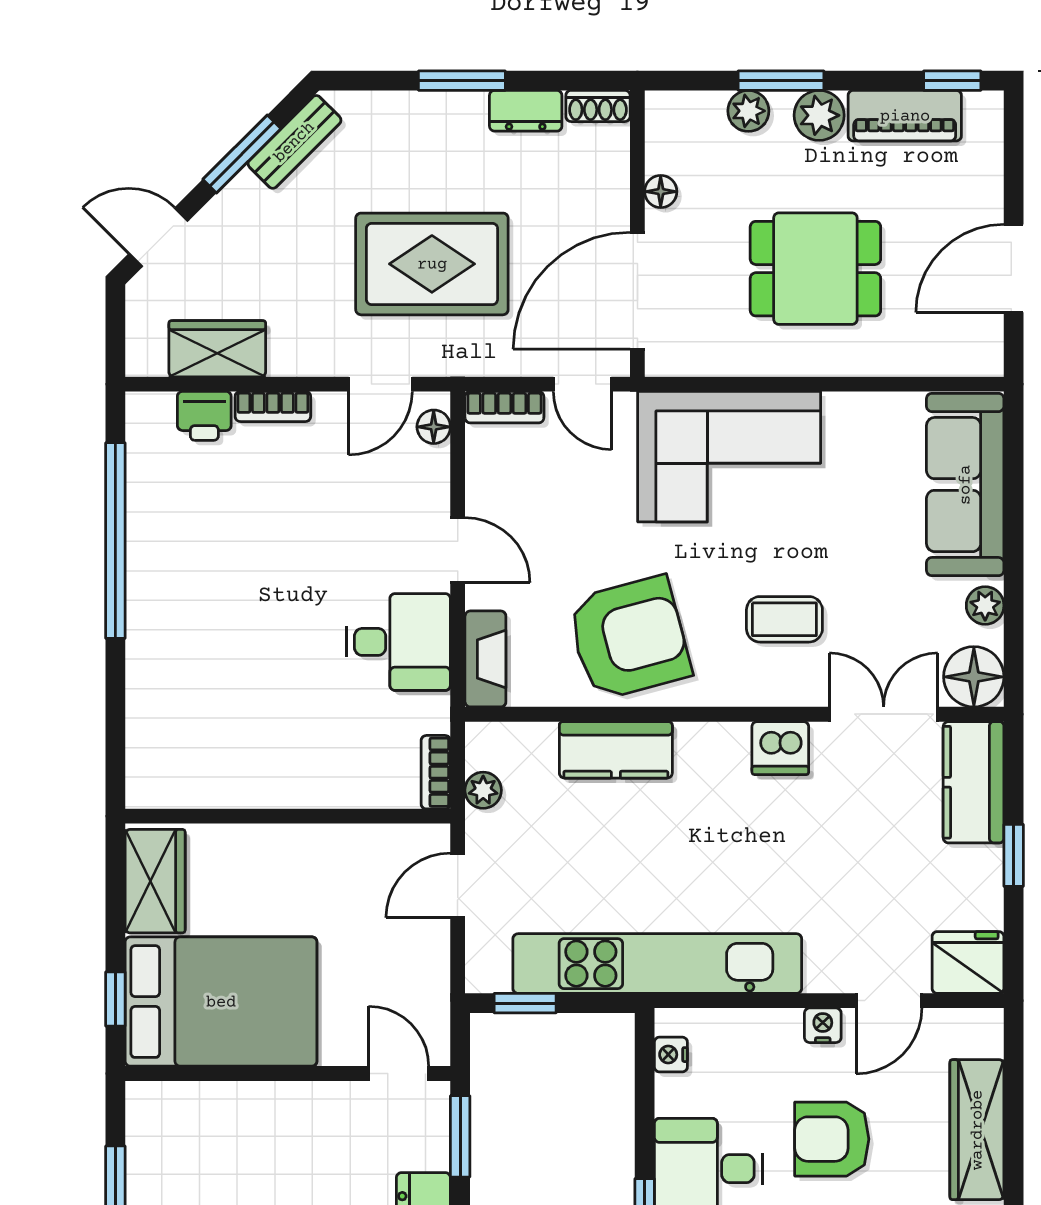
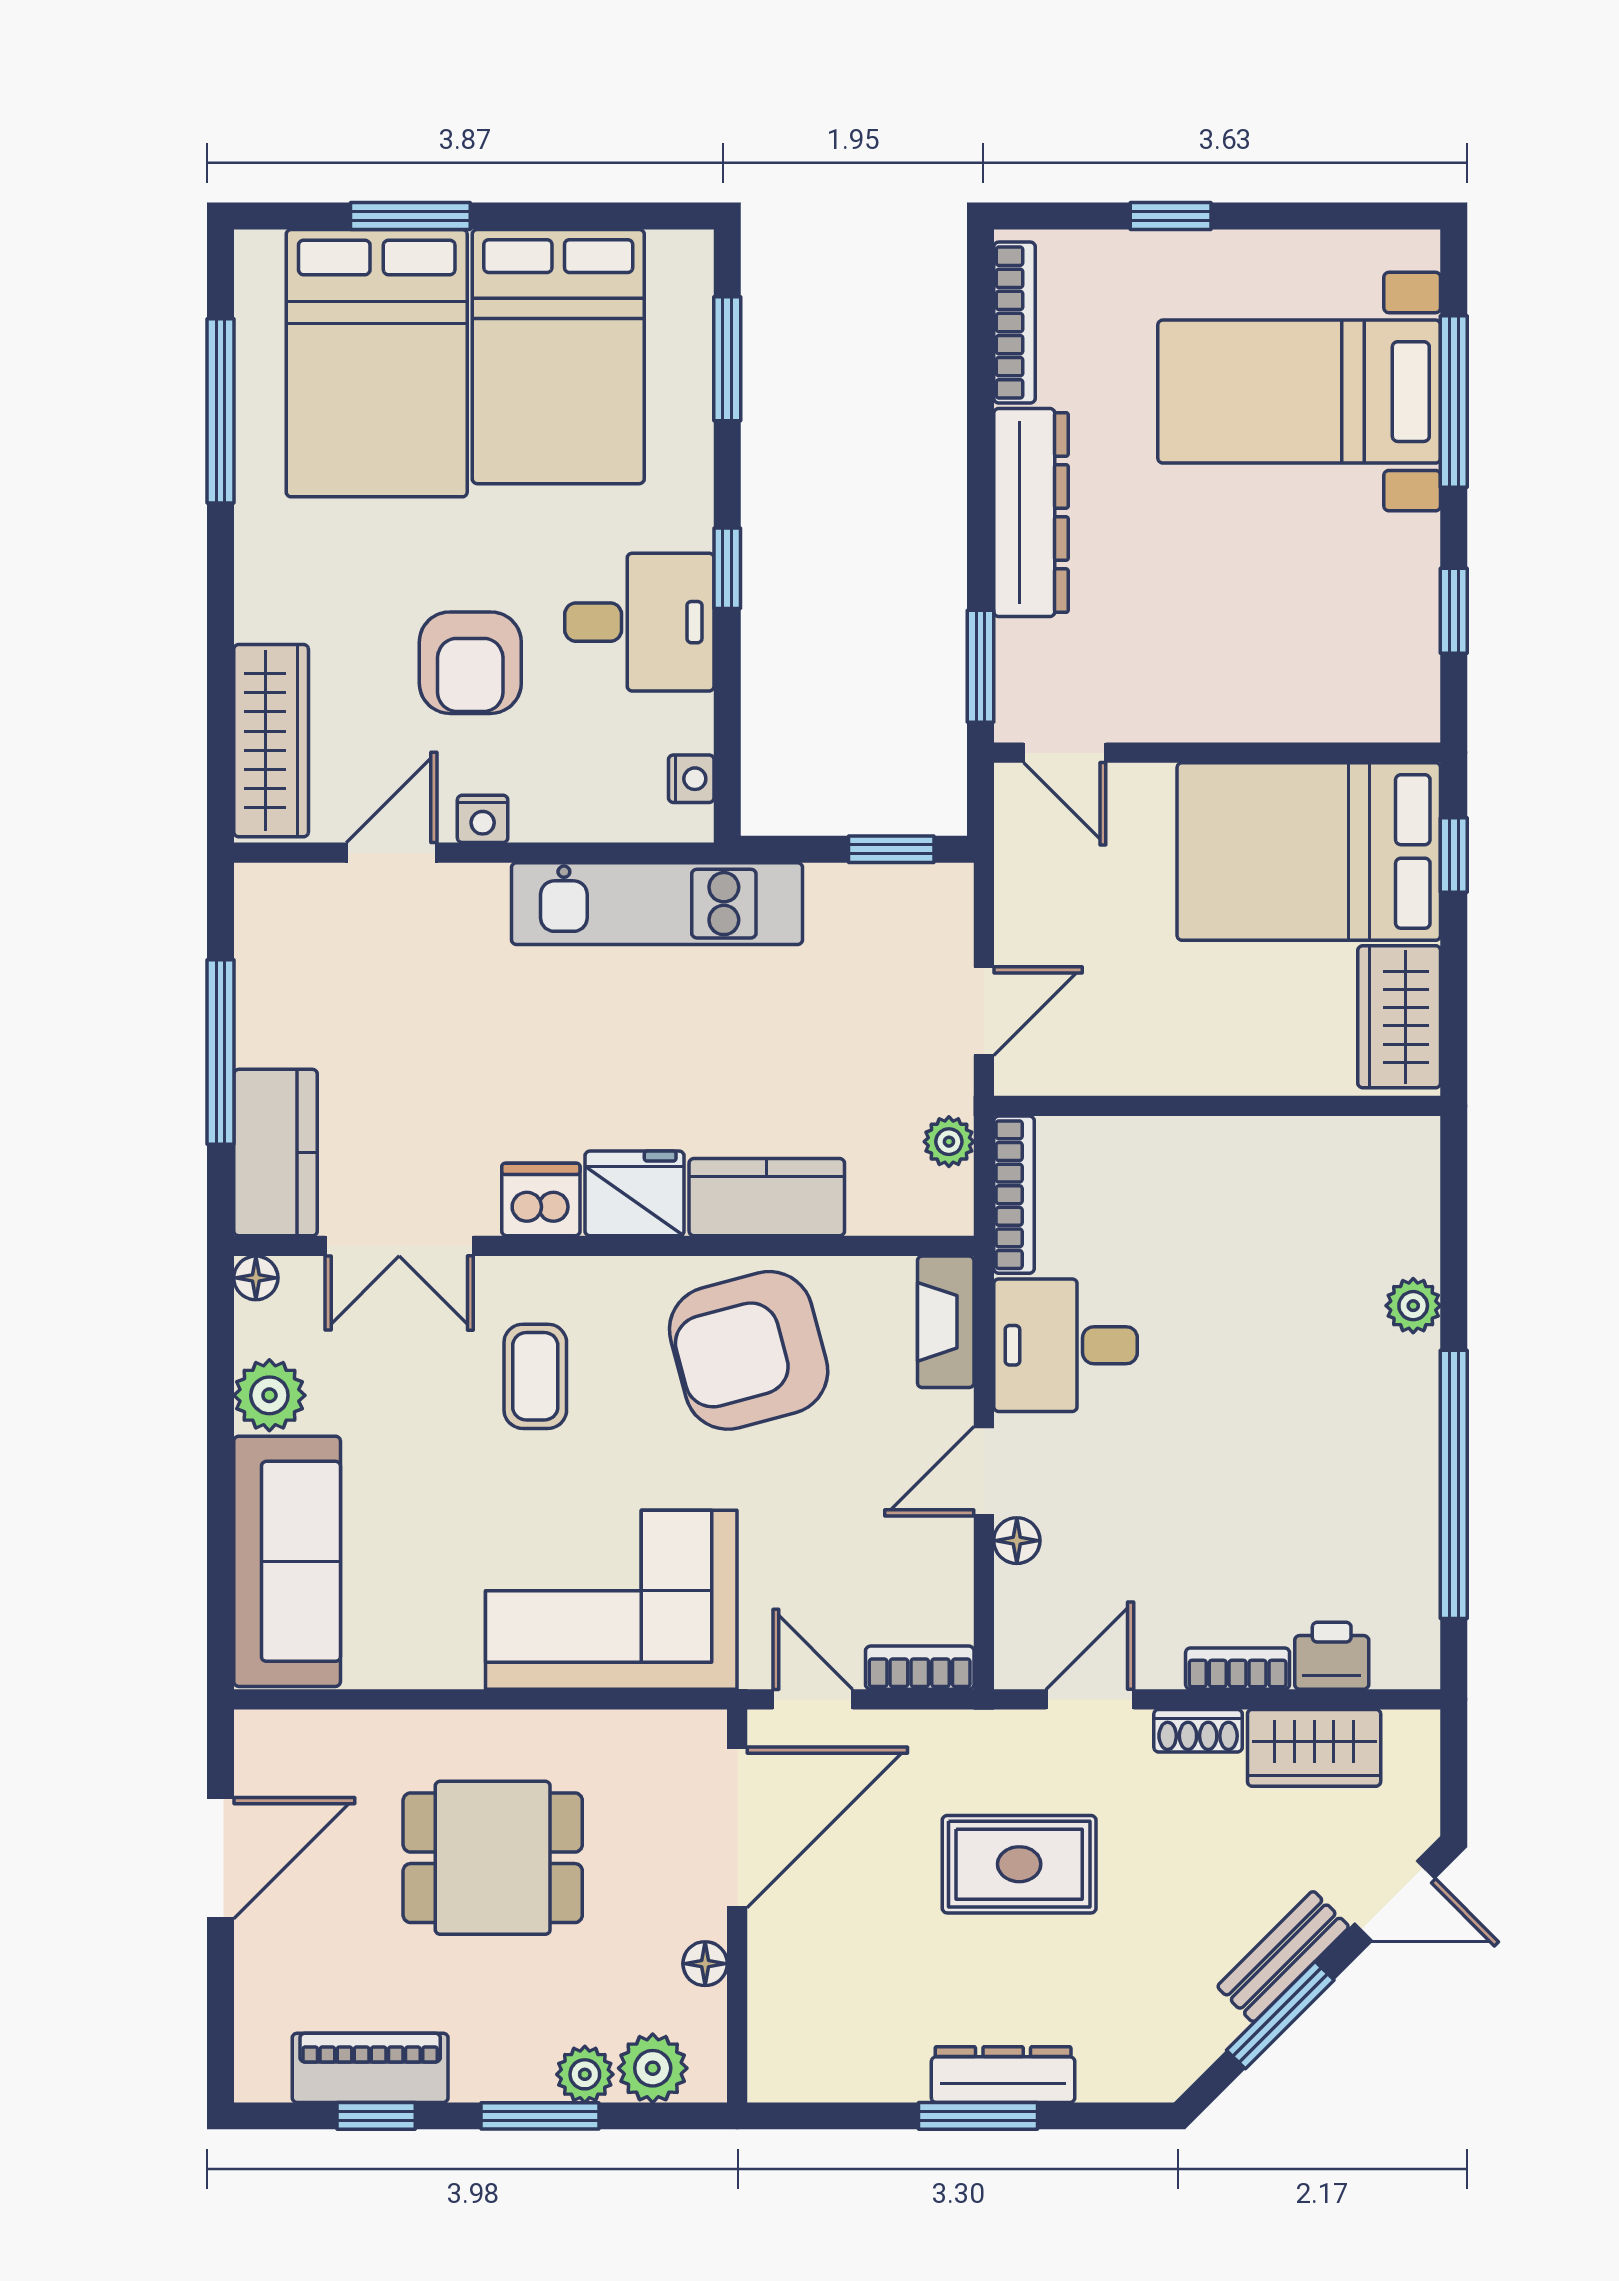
window: (952, 81) -> (376, 2116), moved
shoe rack: (598, 106) -> (1198, 1731), moved, turned 180
dresser: (526, 111) -> (1003, 2075), moved, width x1.44
plant: (819, 115) -> (653, 2068), moved
bench: (294, 142) -> (1283, 1957), moved
rug: (432, 264) -> (1019, 1864), width x0.73, depth x0.70
floor lamp: (434, 427) -> (1017, 1541), moved
door: (458, 550) -> (984, 1471), hinge flipped
plant: (985, 605) -> (269, 1395), width x1.38, depth x1.38
coffee table: (784, 619) -> (535, 1376), turned 90
plant: (145, 671) -> (1413, 1306), added
floor lamp: (974, 677) -> (256, 1278), width x0.53, depth x0.53
bookcase: (436, 772) -> (1014, 1195), width x1.56
window: (1014, 855) -> (221, 1052), width x2.17
fridge: (968, 962) -> (635, 1193), moved, turned 180
kitchen unit: (657, 964) -> (657, 904), width x0.73
wardrobe: (977, 1130) -> (271, 741), moved
armchair: (832, 1139) -> (470, 663), turned 90

